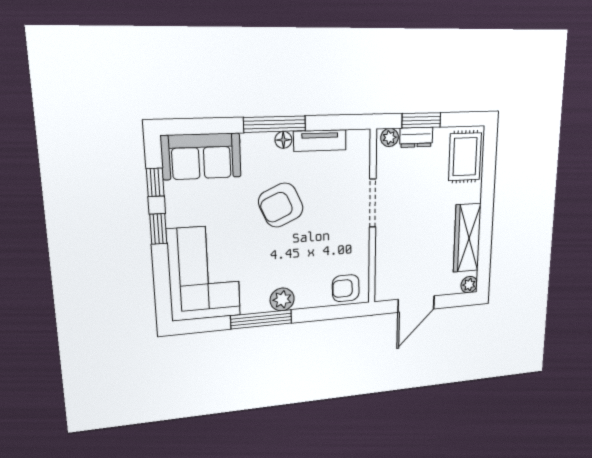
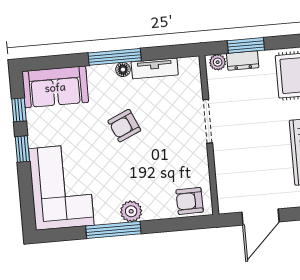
armchair: (281, 205) -> (124, 126), width x0.72, depth x0.72

